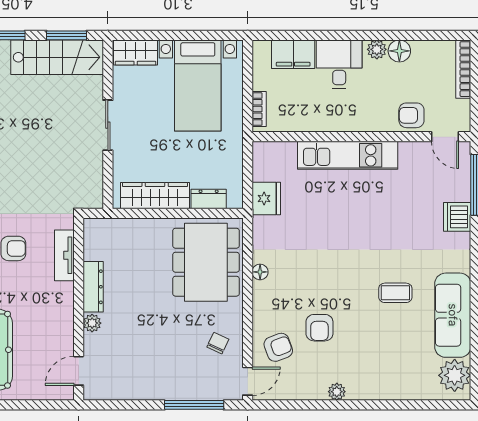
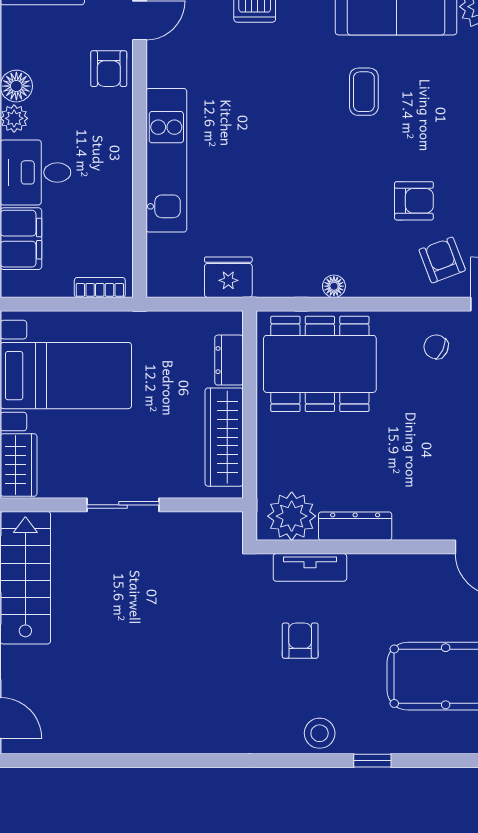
plant: (92, 323) -> (292, 516), moved, width x1.87, depth x1.87

